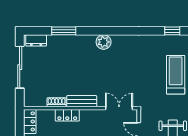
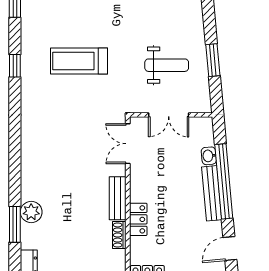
plant: (104, 42) -> (31, 212), moved

